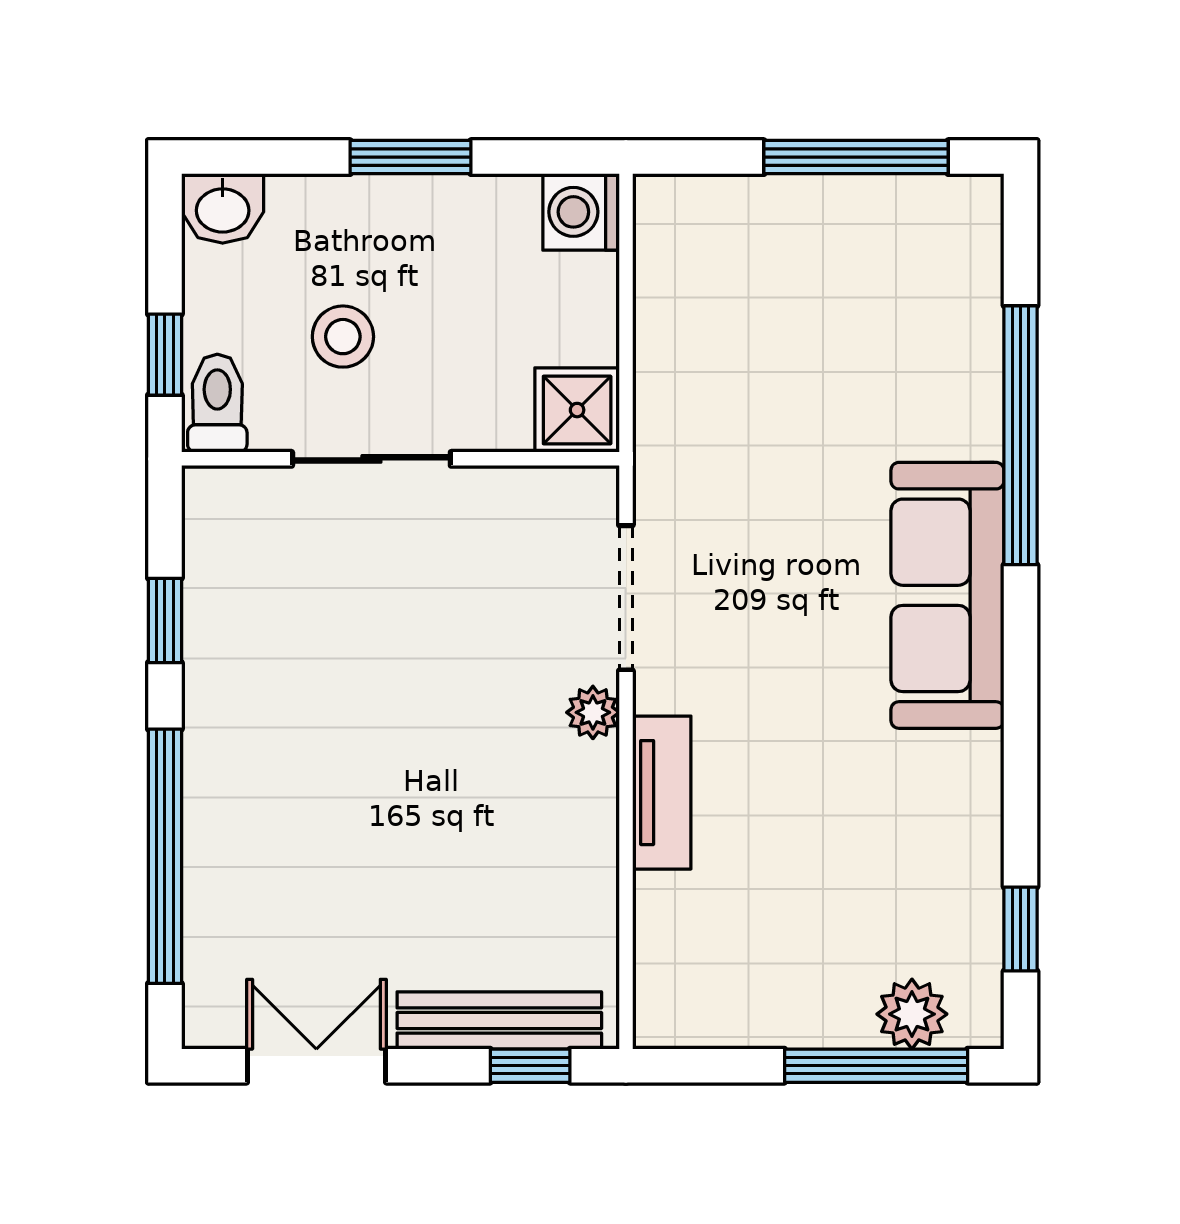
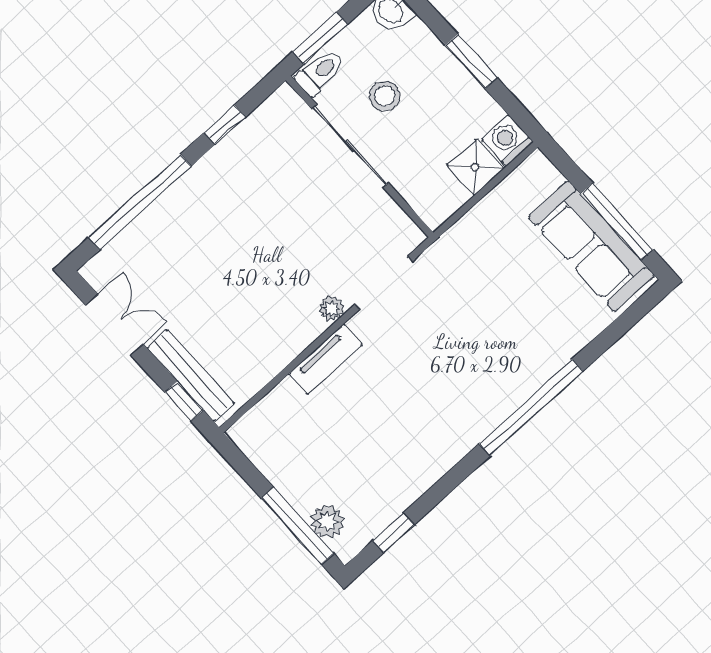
window: (165, 355) -> (320, 38), width x1.50
shower: (577, 410) -> (475, 167), moved
window: (1021, 435) -> (531, 407), moved
sliding door: (371, 459) -> (350, 146), width x1.37
sofa: (947, 595) -> (591, 246), moved, turned -90

